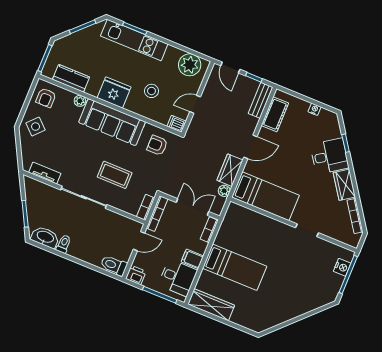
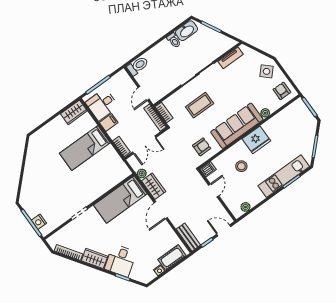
plant: (190, 65) -> (245, 207), width x0.53, depth x0.53
kitchen counter: (71, 78) -> (284, 116), removed
cot: (275, 114) -> (172, 257), moved, turned 90
printer: (136, 275) -> (122, 77), removed
wardrobe: (211, 305) -> (74, 112), width x0.67

